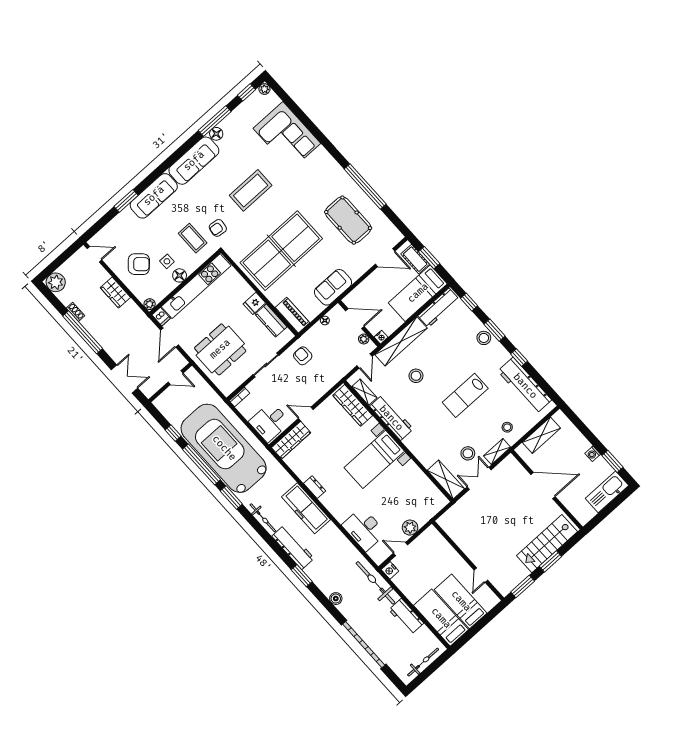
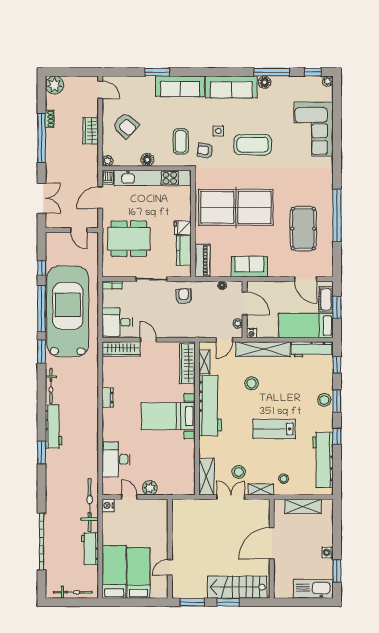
side table: (167, 261) -> (218, 131), moved
workbench: (391, 418) -> (210, 406), width x1.36, depth x1.32
door: (543, 486) -> (272, 543), swing flipped
freezer: (306, 508) -> (88, 407), removed
boiler: (336, 599) -> (51, 491), removed

